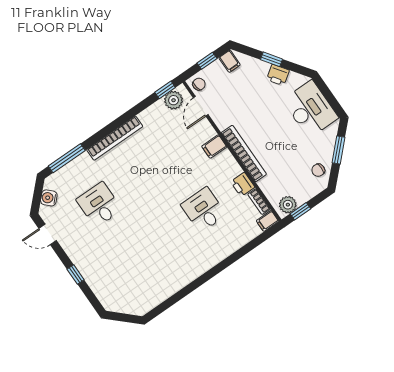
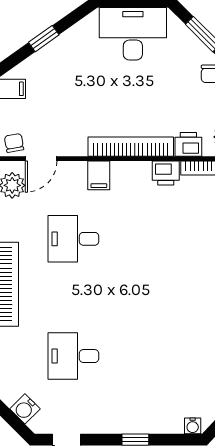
printer: (278, 75) -> (188, 144), moved, turned -145
door: (201, 106) -> (41, 159), hinge flipped
desk: (204, 210) -> (73, 239), moved
water cooler: (107, 302) -> (193, 426), added

